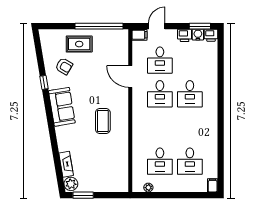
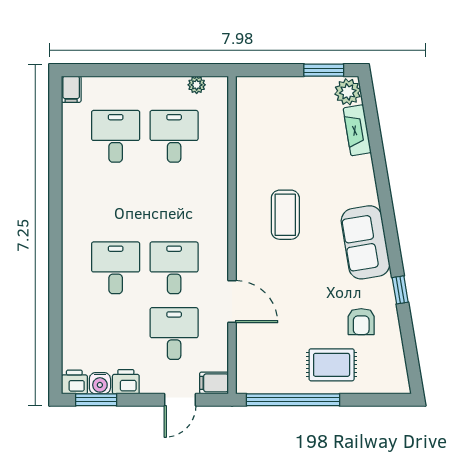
armchair: (64, 66) -> (361, 322), turned -120

